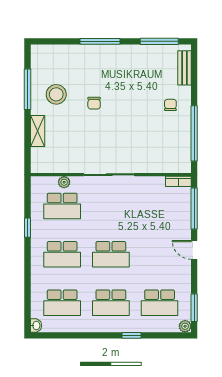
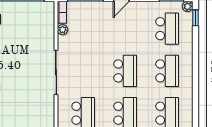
plant: (64, 182) -> (63, 30), moved
window: (132, 335) -> (196, 18), moved

